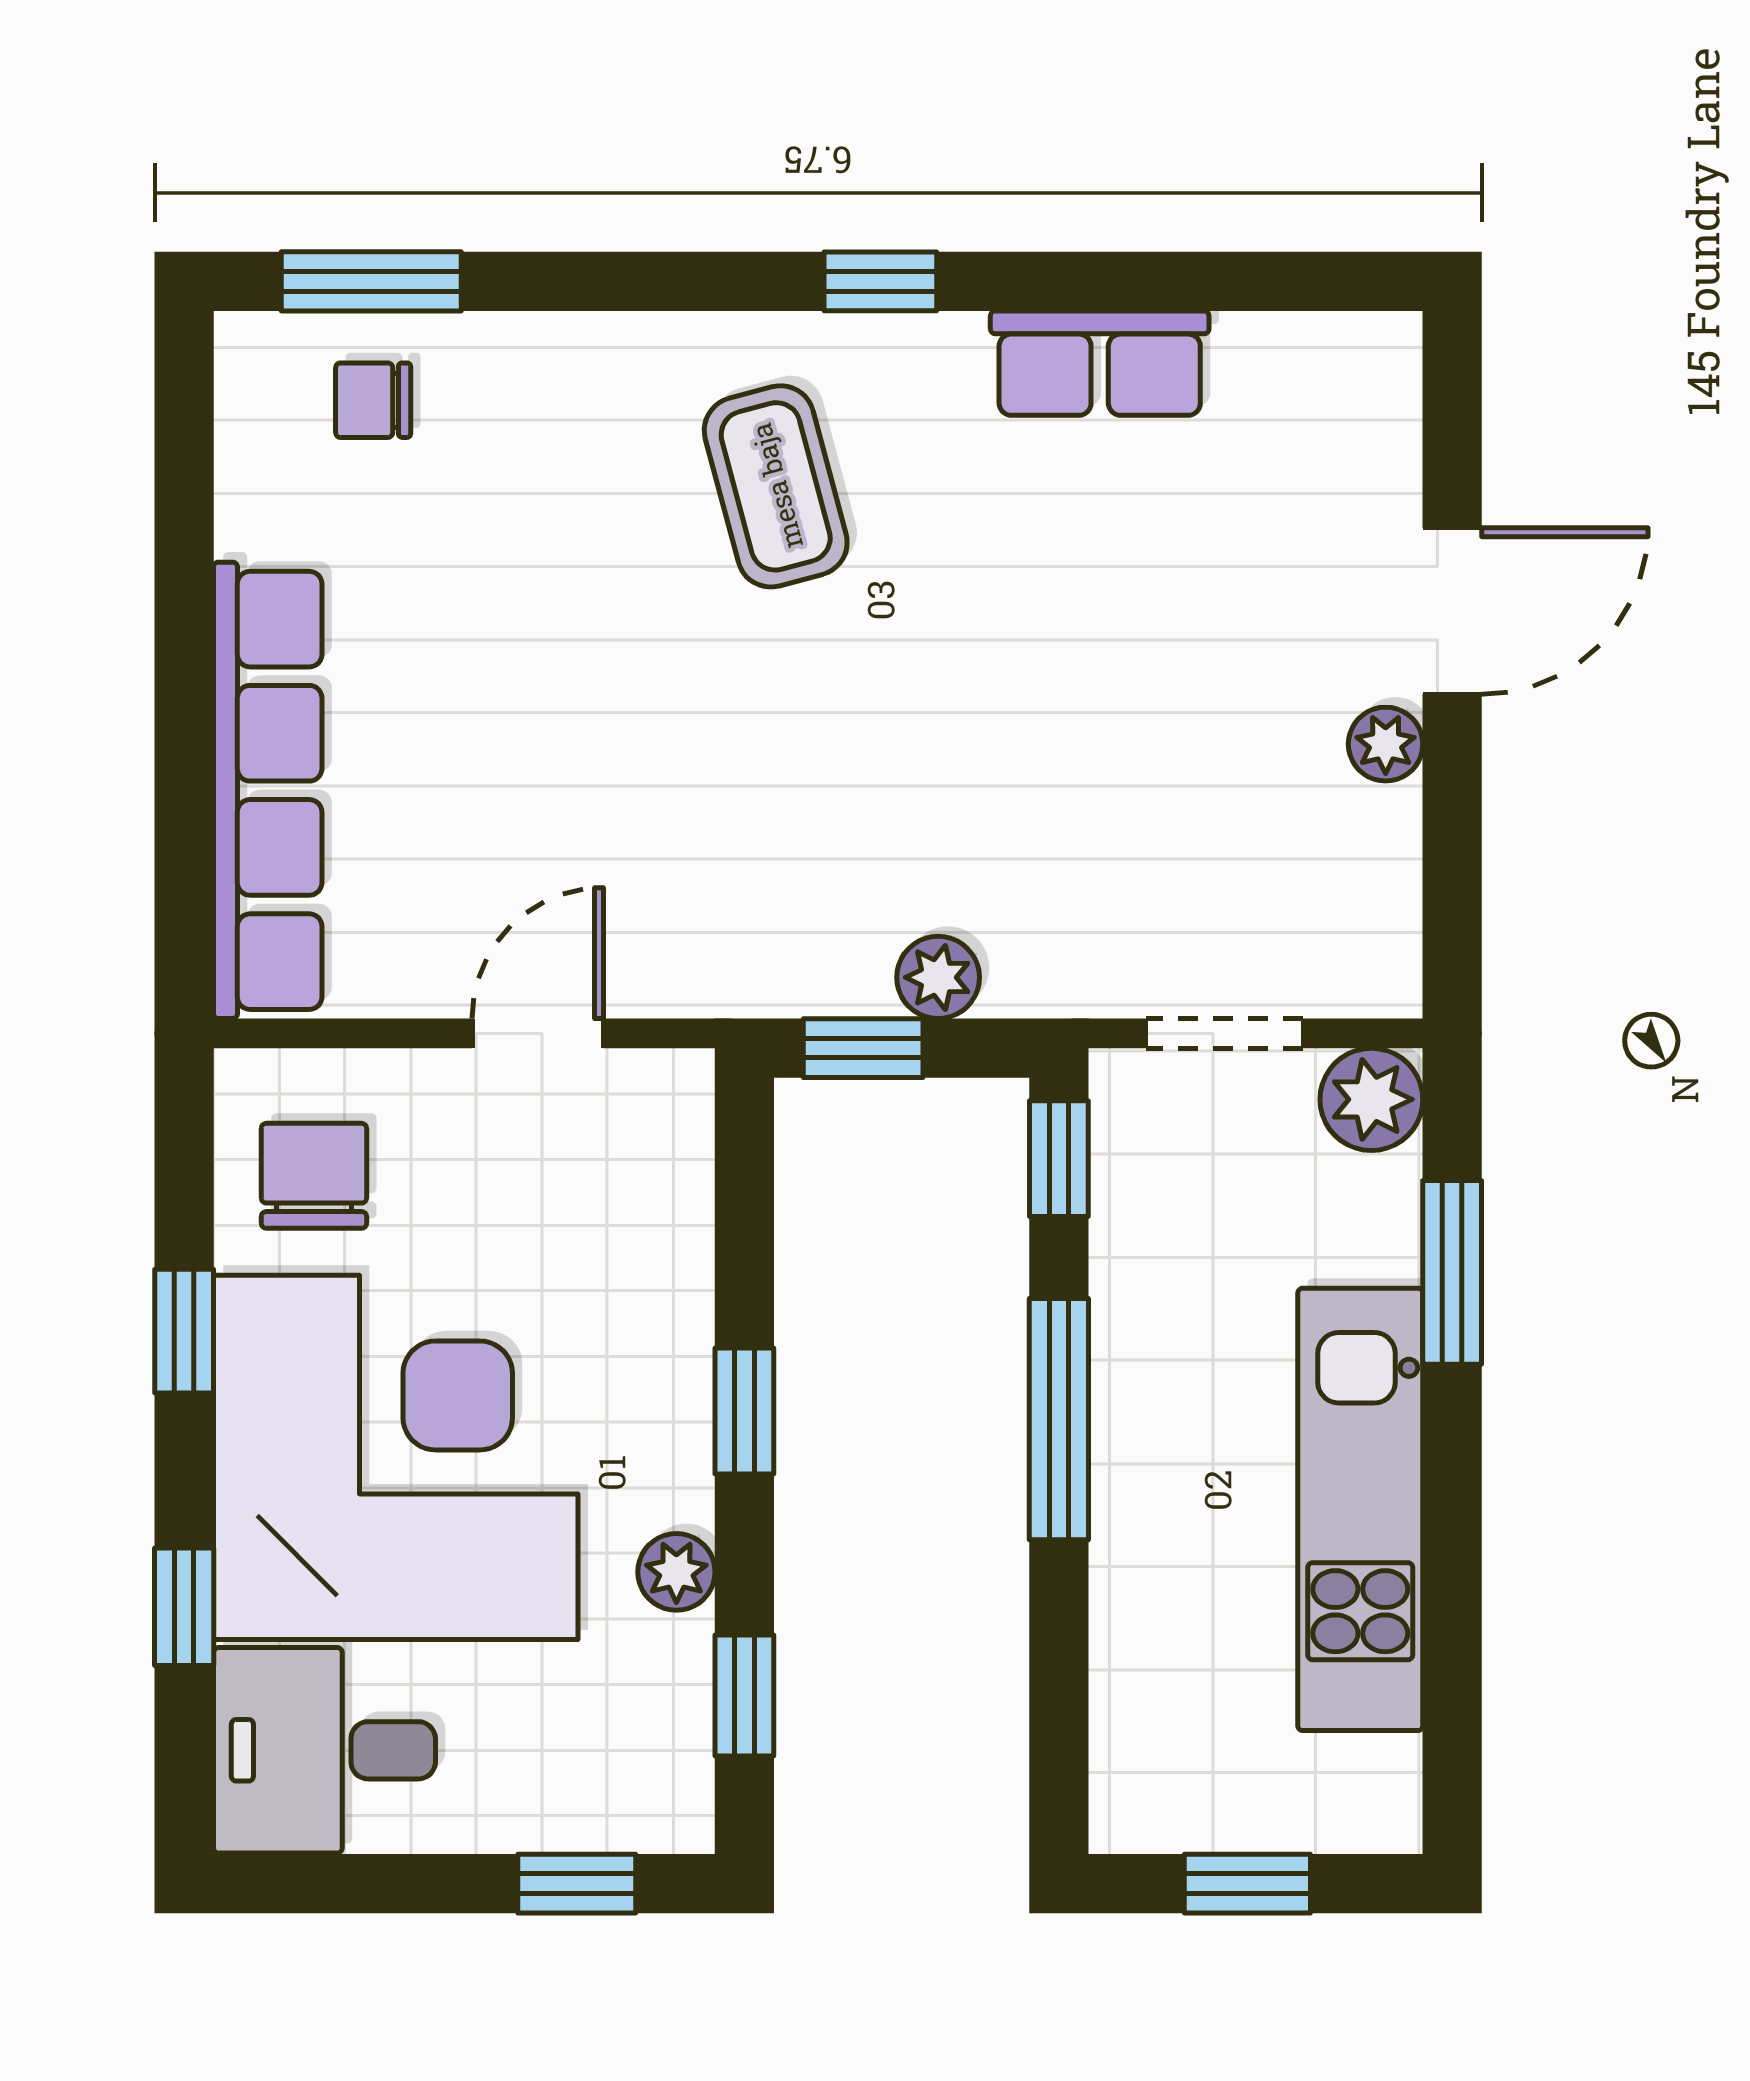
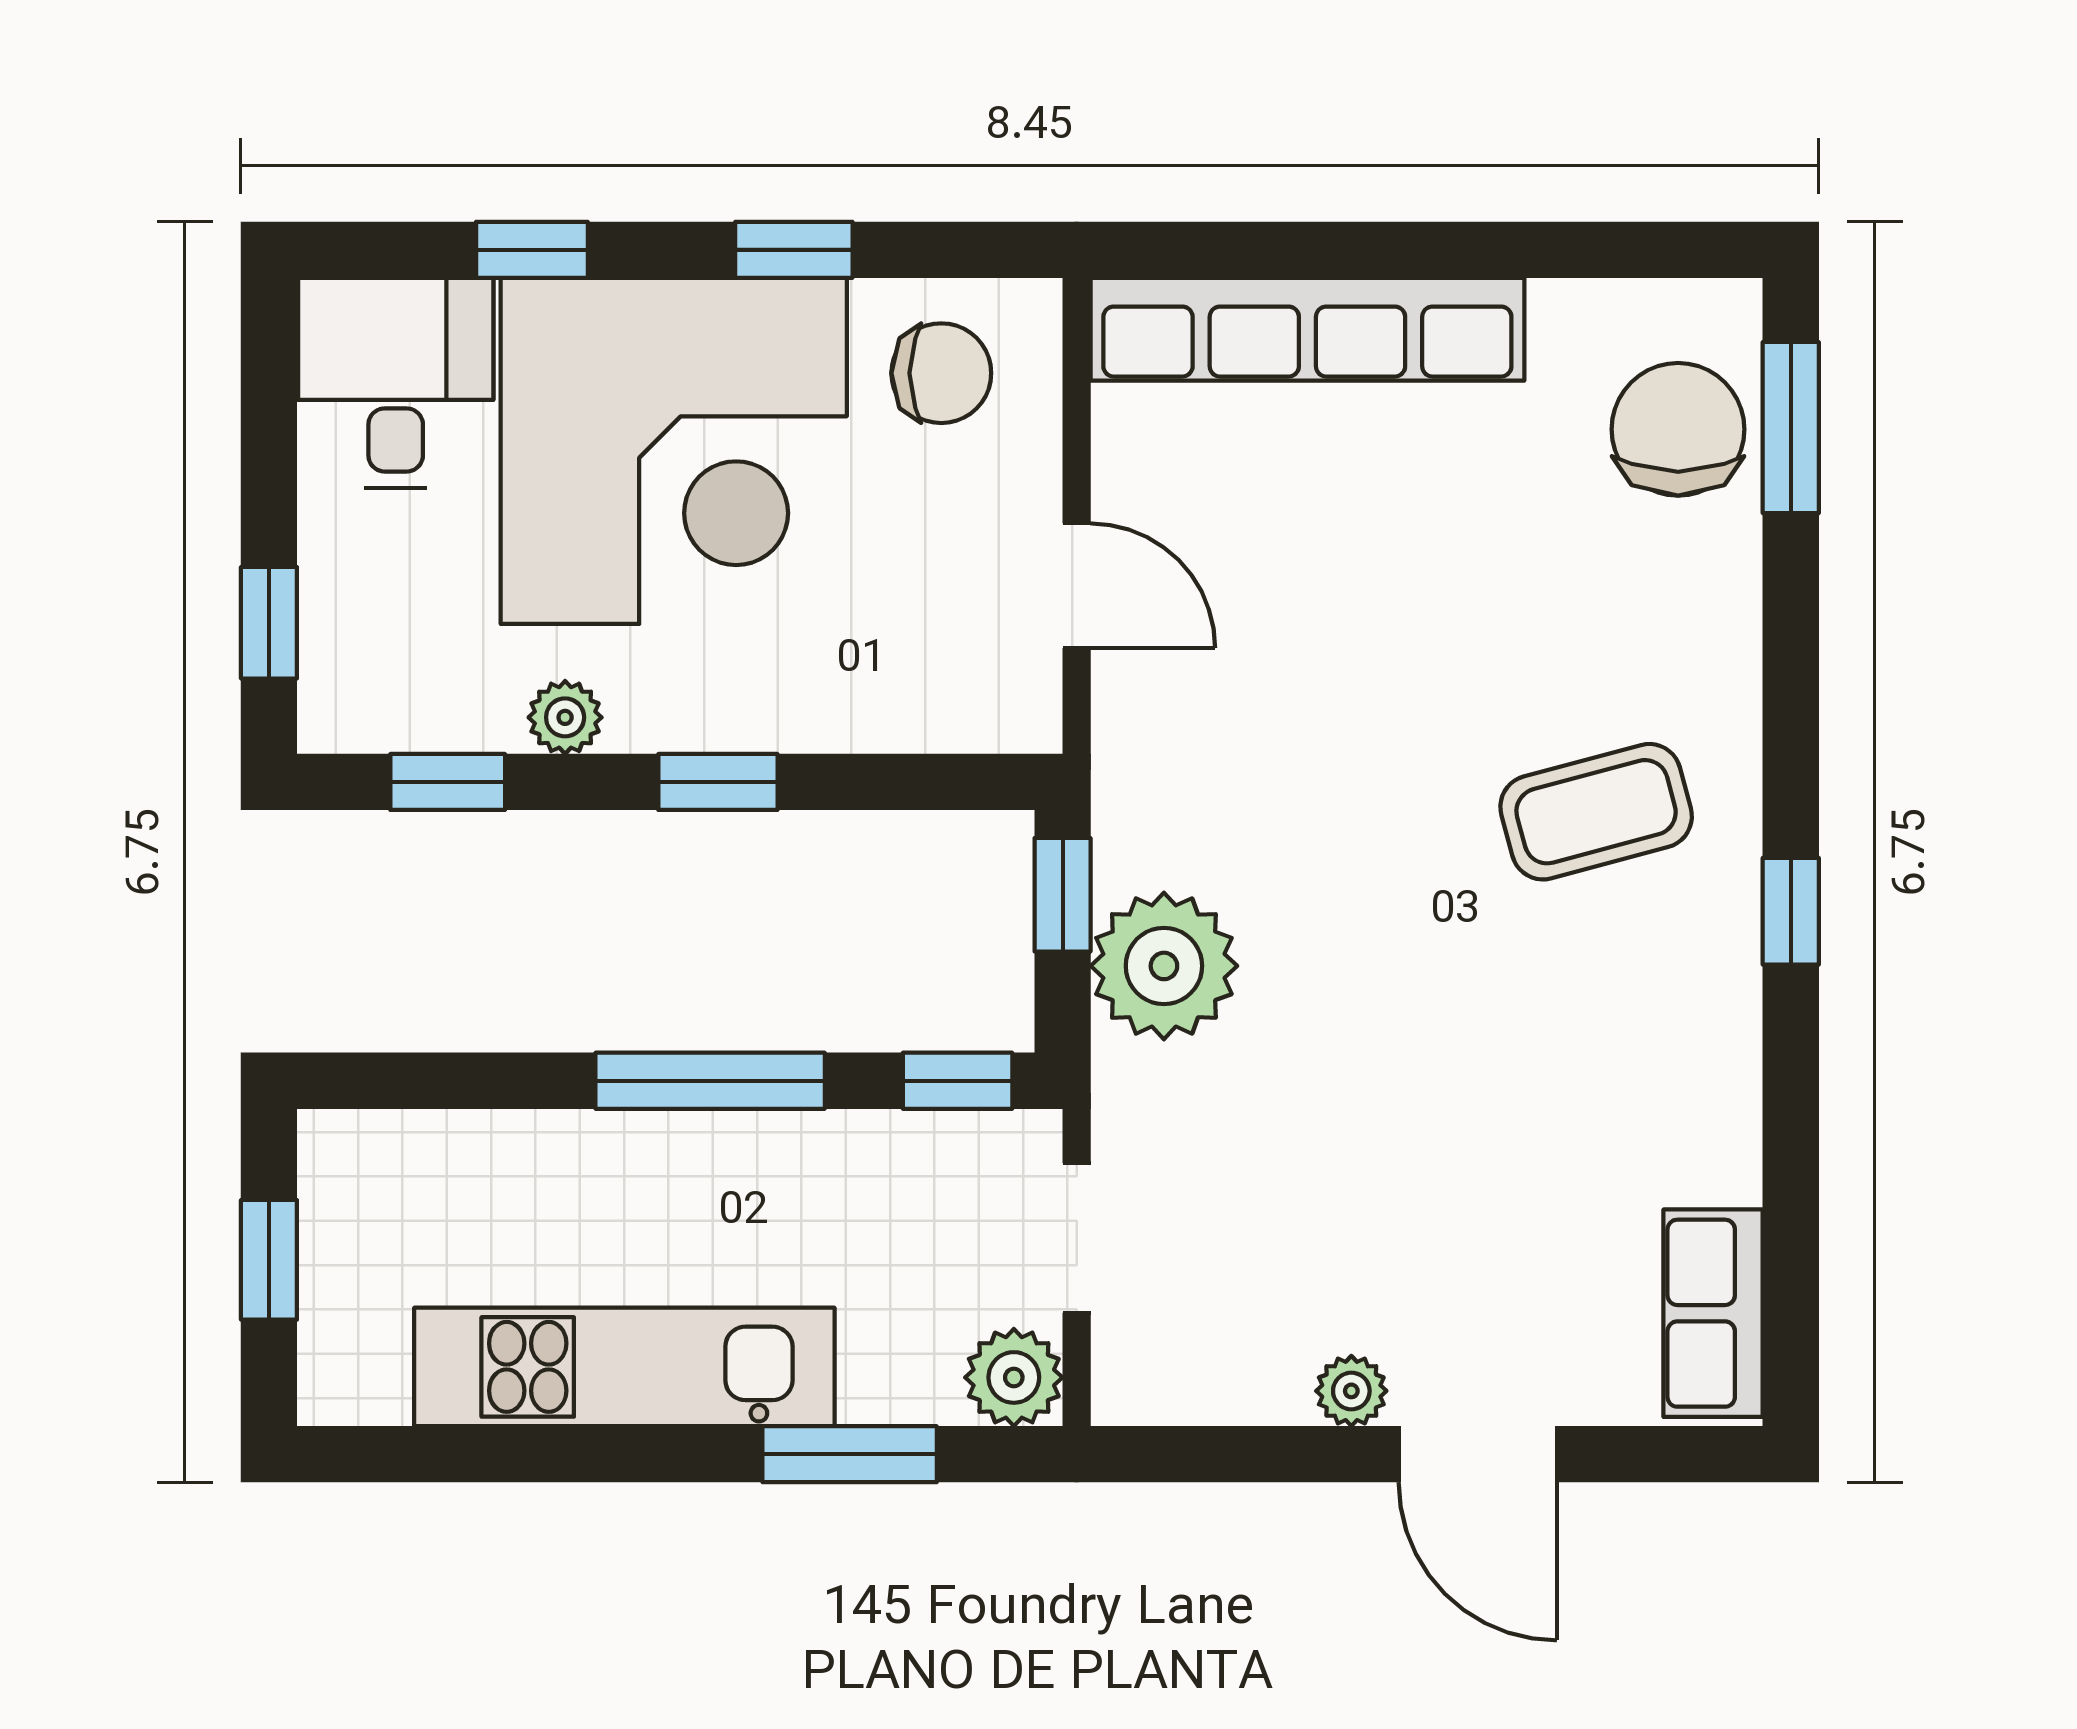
row of seats: (1100, 363) -> (1713, 1313), moved
chair: (373, 400) -> (1678, 429), width x1.87, depth x1.87
plant: (938, 977) -> (1164, 966), width x1.88, depth x1.88

